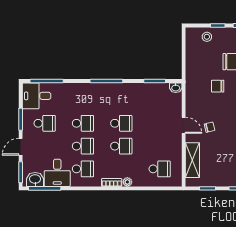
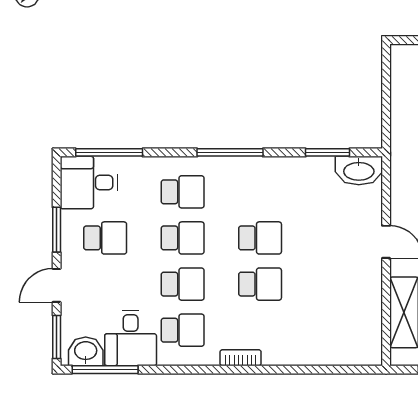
washbasin: (176, 88) -> (359, 171), width x1.91, depth x1.45
school desk: (160, 169) -> (183, 192), moved
plant: (127, 182) -> (272, 356), removed

